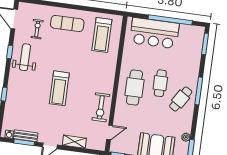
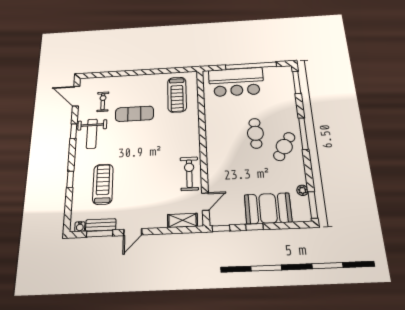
exercise mat: (67, 24) -> (134, 114), moved
weight bench: (25, 57) -> (92, 134), turned 180
treadmill: (59, 88) -> (103, 184), moved, turned 180
cafe table: (134, 88) -> (226, 144), removed
exercise bike: (101, 107) -> (189, 174), turned 180
shelving: (74, 142) -> (182, 220), moved

